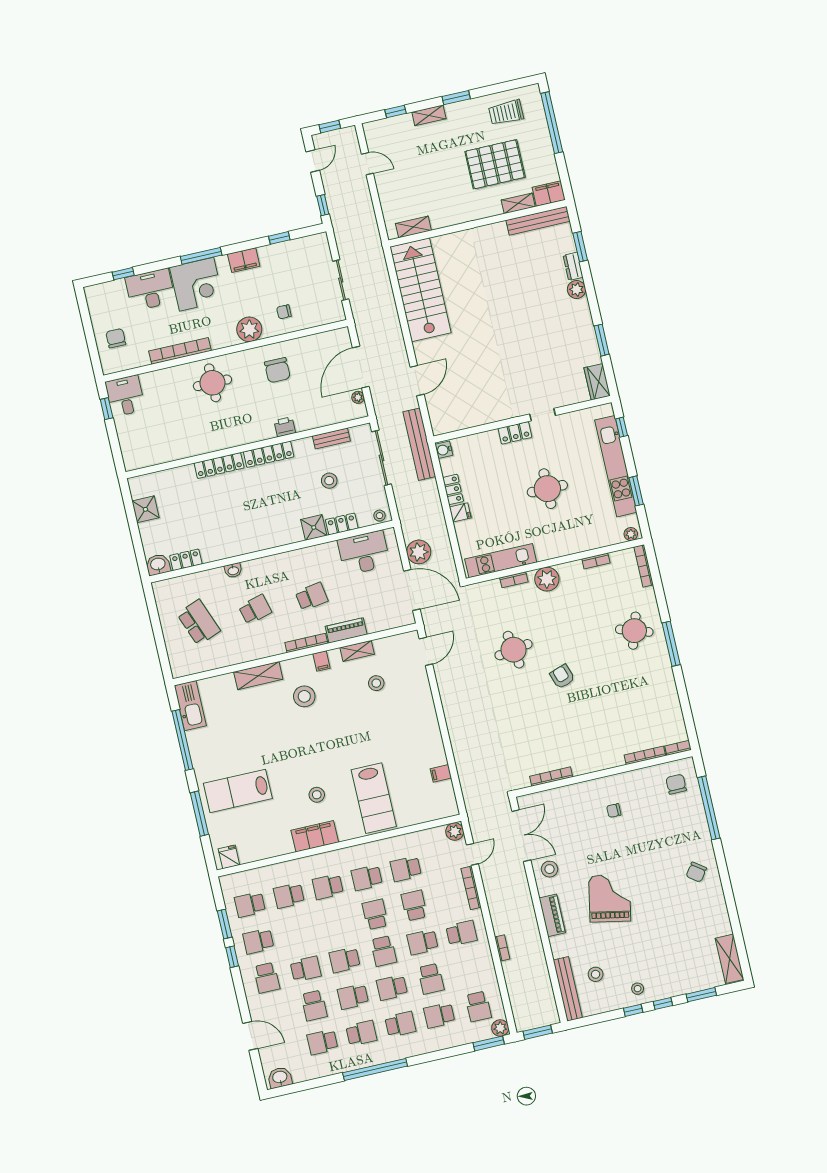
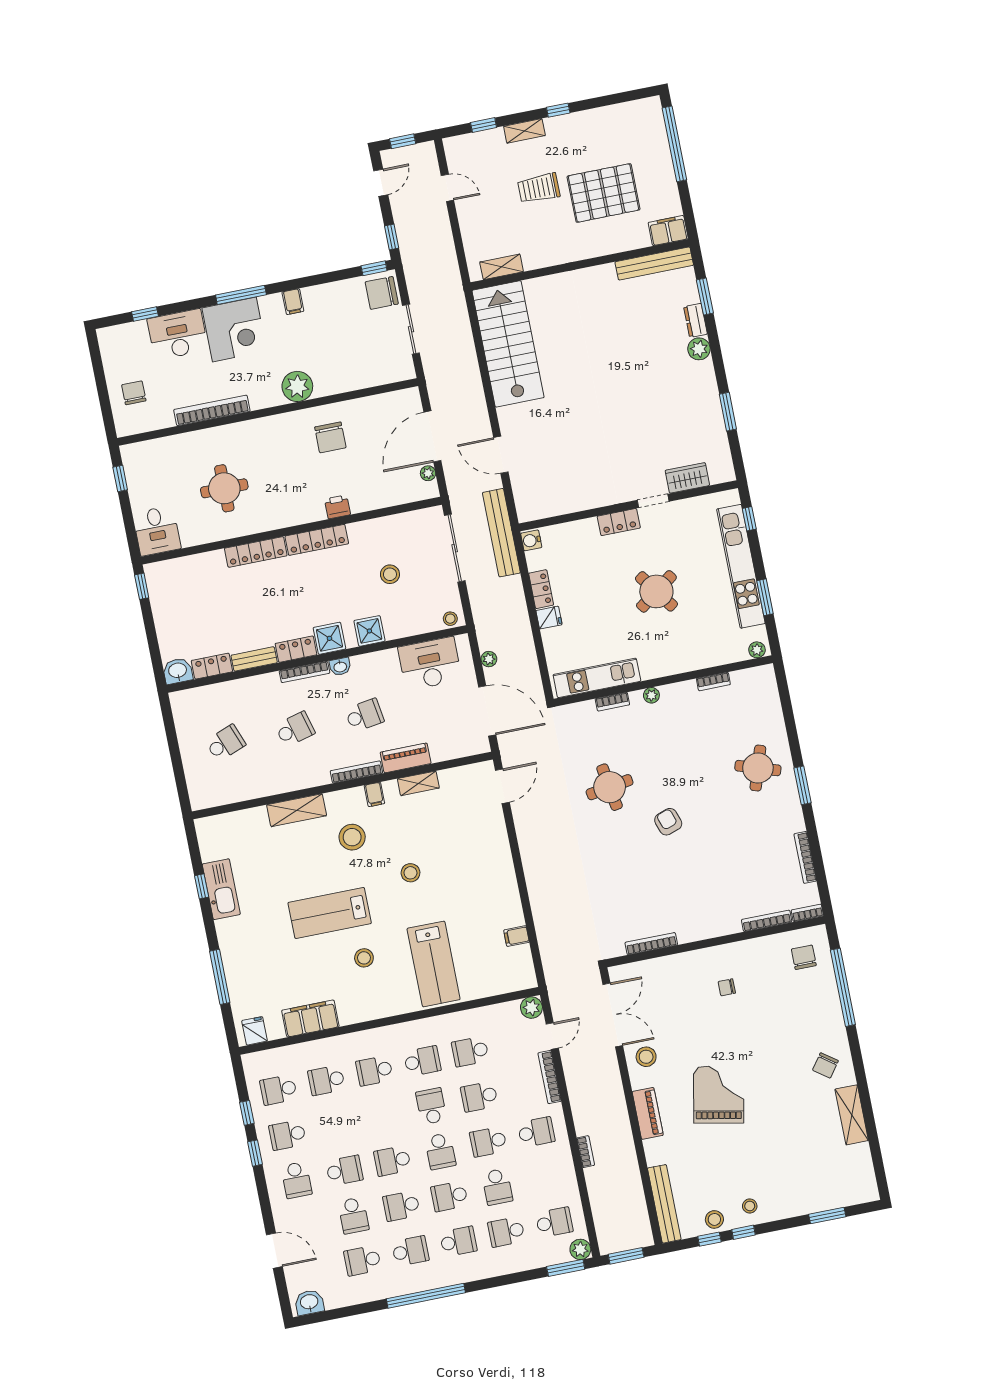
window: (456, 98) -> (558, 110), width x0.67
trolley: (506, 112) -> (539, 188), moved
shelving: (518, 203) -> (630, 242), removed
window: (279, 238) -> (374, 268), moved
filing cabinet: (244, 260) -> (293, 302), width x0.50
chair: (284, 312) -> (382, 293), moved, width x1.87, depth x1.87
door: (417, 381) -> (501, 455), swing flipped
wardrobe: (597, 382) -> (687, 478), moved, turned 90
round table: (212, 383) -> (224, 488), moved
desk: (125, 396) -> (157, 531), moved, turned 180
bench: (331, 438) -> (254, 659), moved
round table: (547, 489) -> (656, 591), turned -36
window: (127, 496) -> (142, 586), added
shower: (145, 509) -> (329, 638), moved
locker: (342, 524) -> (296, 649), moved
plant: (419, 552) -> (489, 659), width x0.53, depth x0.53
bookcase: (262, 563) -> (304, 672), added
bookcase: (644, 566) -> (805, 857), moved
washbasin: (233, 570) -> (340, 667), moved
plant: (547, 579) -> (651, 695), width x0.53, depth x0.53
school desk: (199, 622) -> (225, 743), width x0.54
window: (671, 644) -> (803, 785), width x0.69
stool: (376, 683) -> (410, 873), moved
kitchen sink: (190, 706) -> (221, 889), moved
window: (182, 740) -> (202, 886), width x0.32
lab bench: (238, 791) -> (330, 913), moved
filing cabinet: (315, 836) -> (310, 1018), moved
school desk: (367, 878) -> (422, 1061), turned 180
school desk: (414, 905) -> (479, 1097), turned -90
window: (225, 924) -> (247, 1113), width x0.67
shelving: (730, 959) -> (852, 1115), moved
stool: (596, 974) -> (714, 1219), moved
window: (663, 1004) -> (709, 1239), moved
school desk: (478, 1006) -> (554, 1222), turned -90

